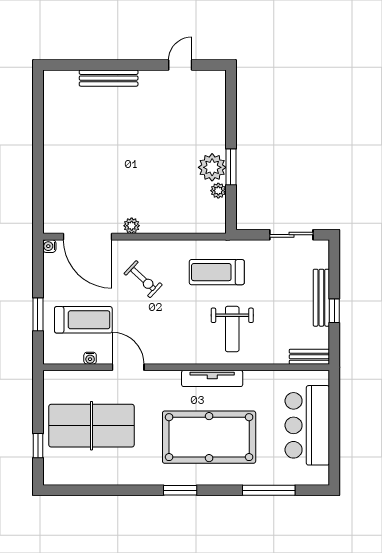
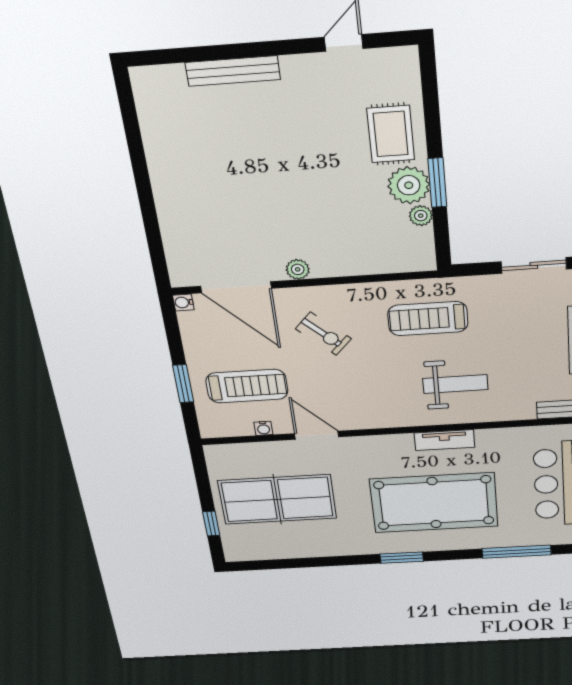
rug: (204, 130) -> (391, 134), added
weight bench: (232, 329) -> (455, 384), turned -90
tv unit: (212, 378) -> (444, 440), width x0.71

